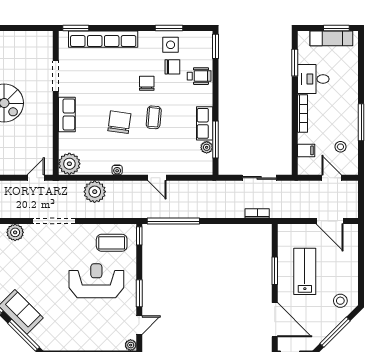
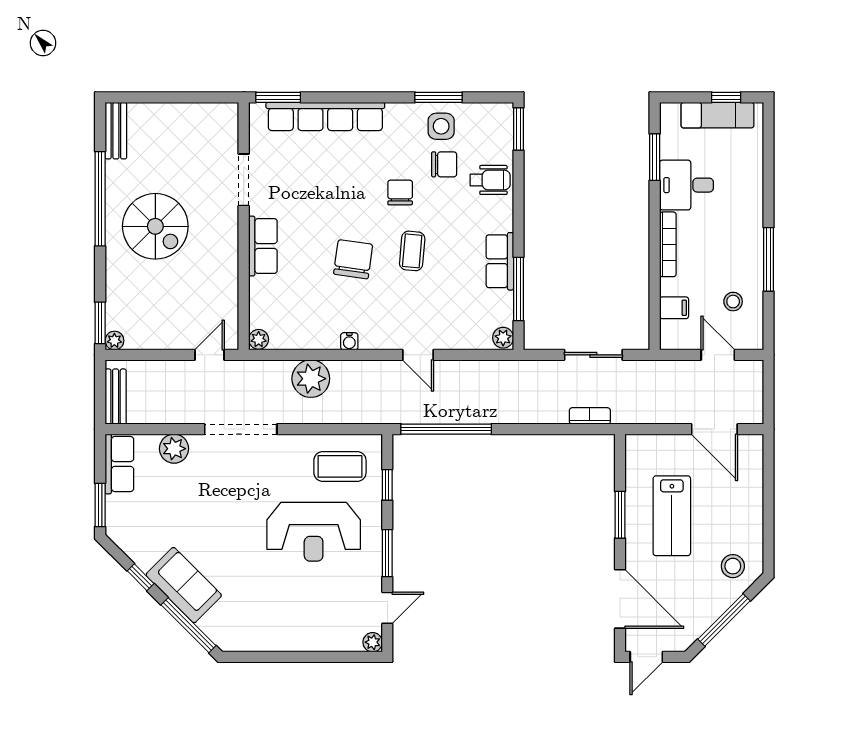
window: (336, 28) -> (726, 97), width x0.67
plant: (207, 147) -> (503, 338), moved
plant: (69, 164) -> (259, 339), width x0.53, depth x0.53
window: (139, 236) -> (387, 485), moved
lab bench: (305, 271) -> (672, 516), turned 180
reception desk: (96, 281) -> (314, 532), turned 180

